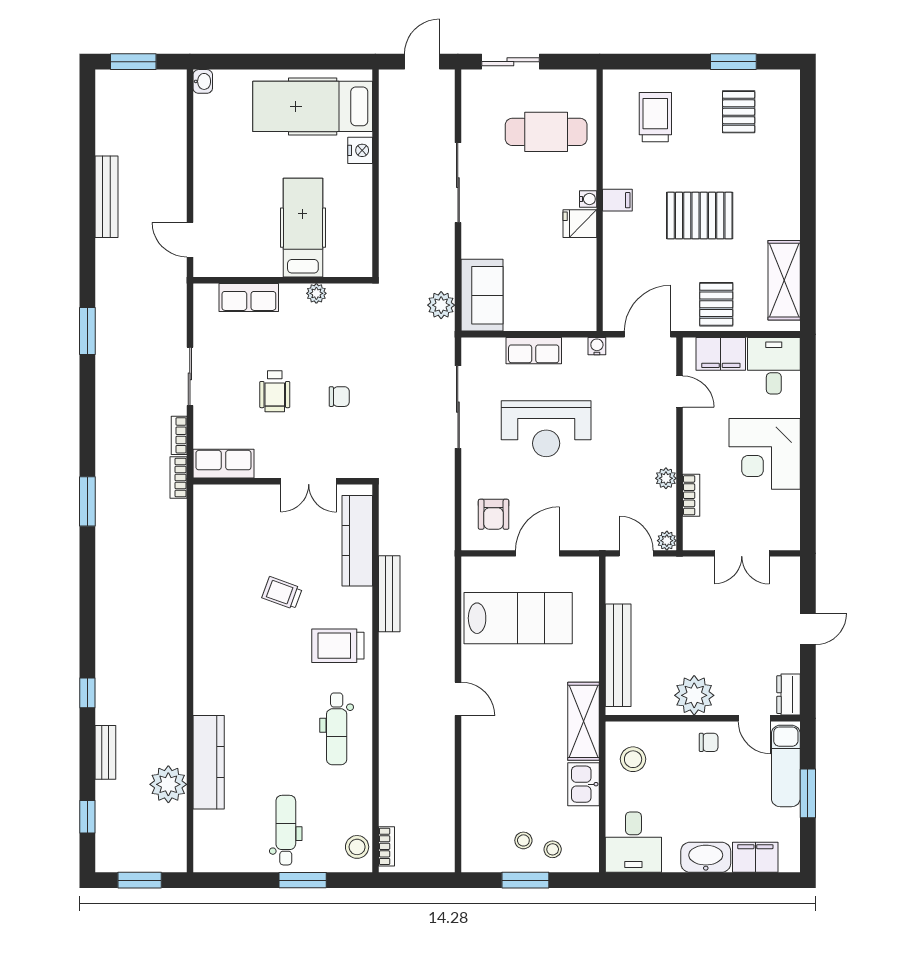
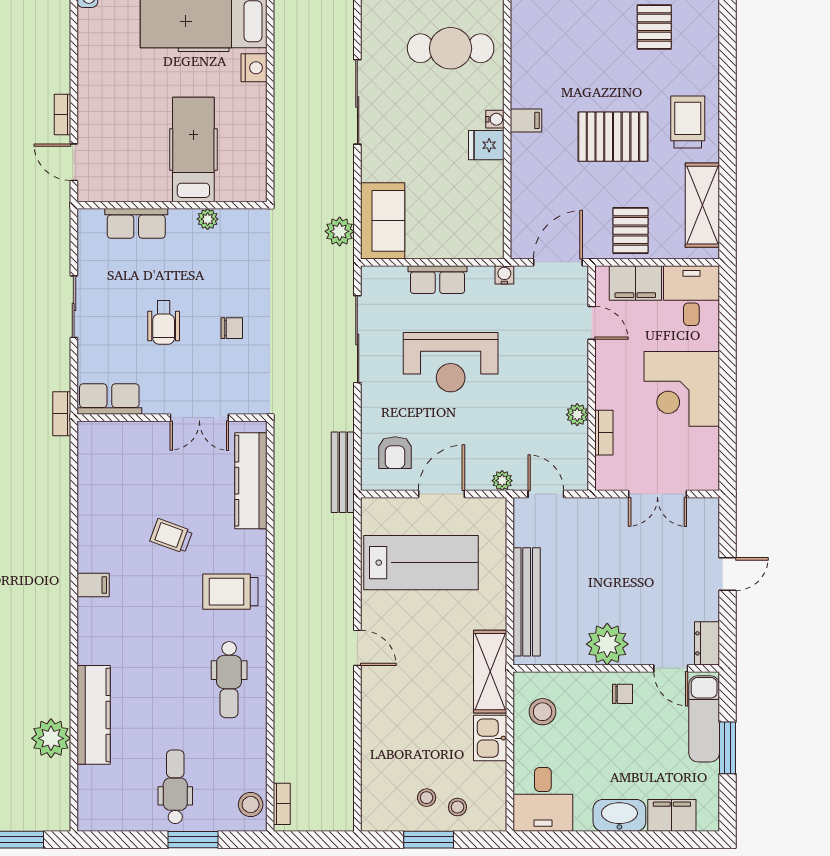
trolley: (655, 117) -> (688, 122), moved
bookcase: (179, 435) -> (62, 115), moved
plant: (667, 541) -> (502, 481), moved
bench: (389, 594) -> (343, 472), moved
filing cabinet: (208, 639) -> (93, 585), added

